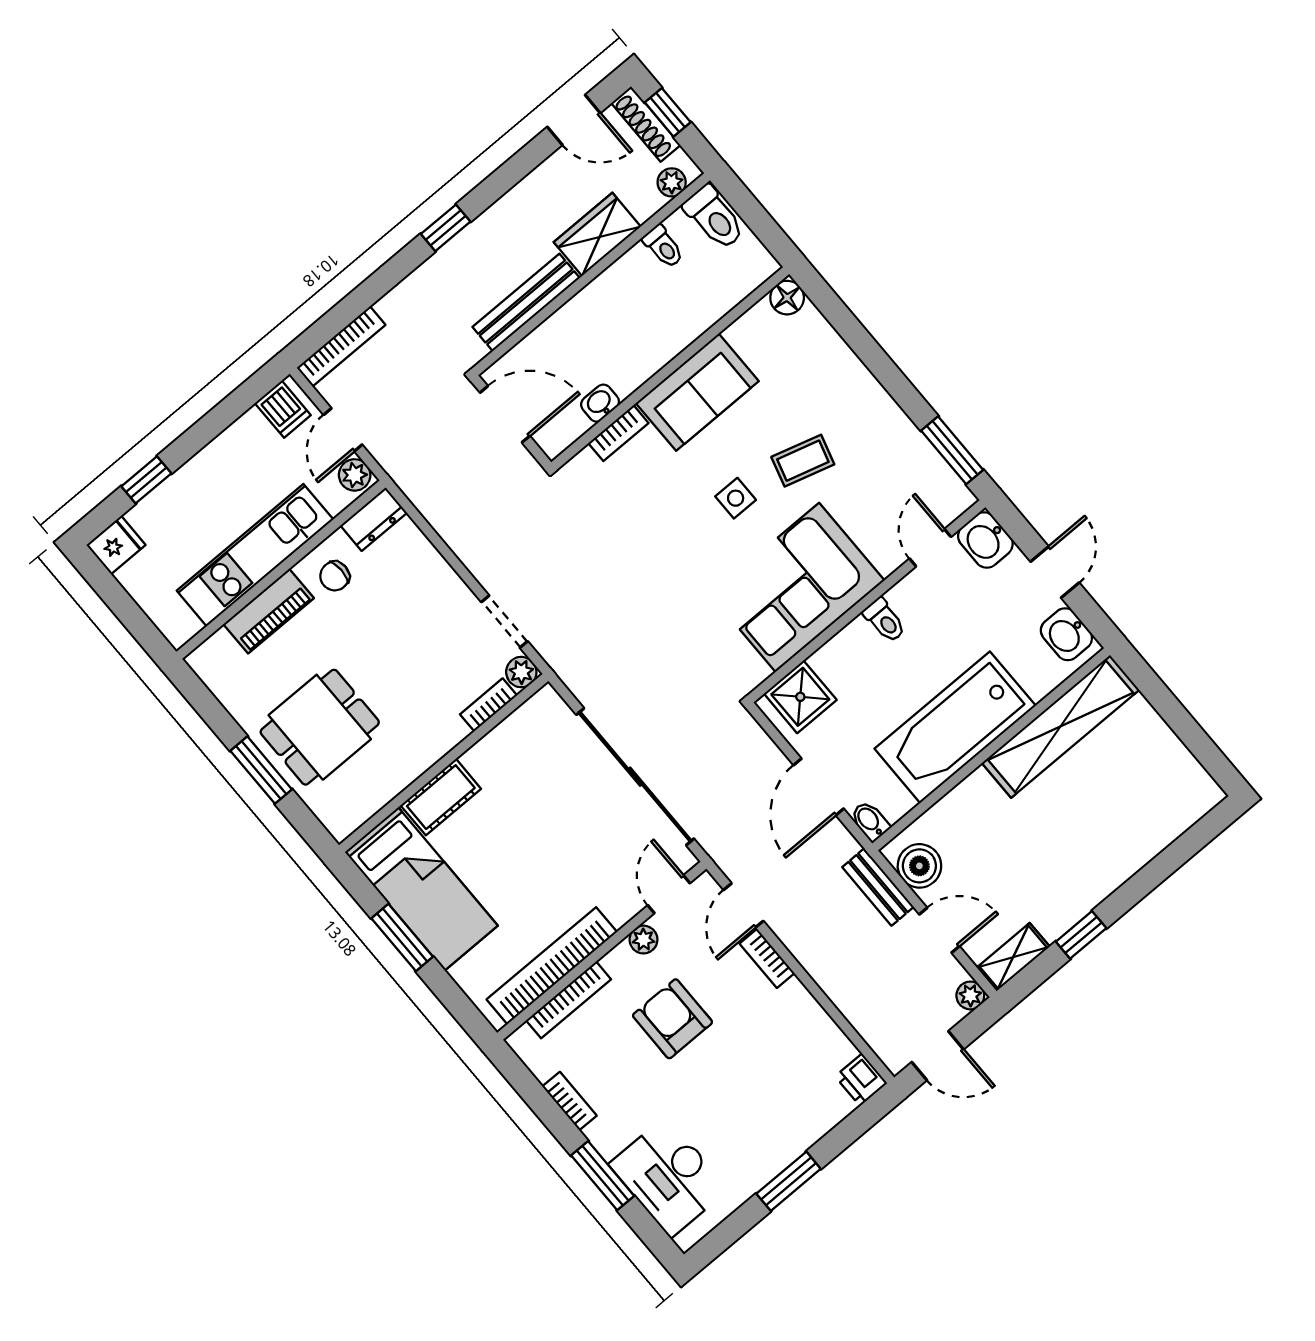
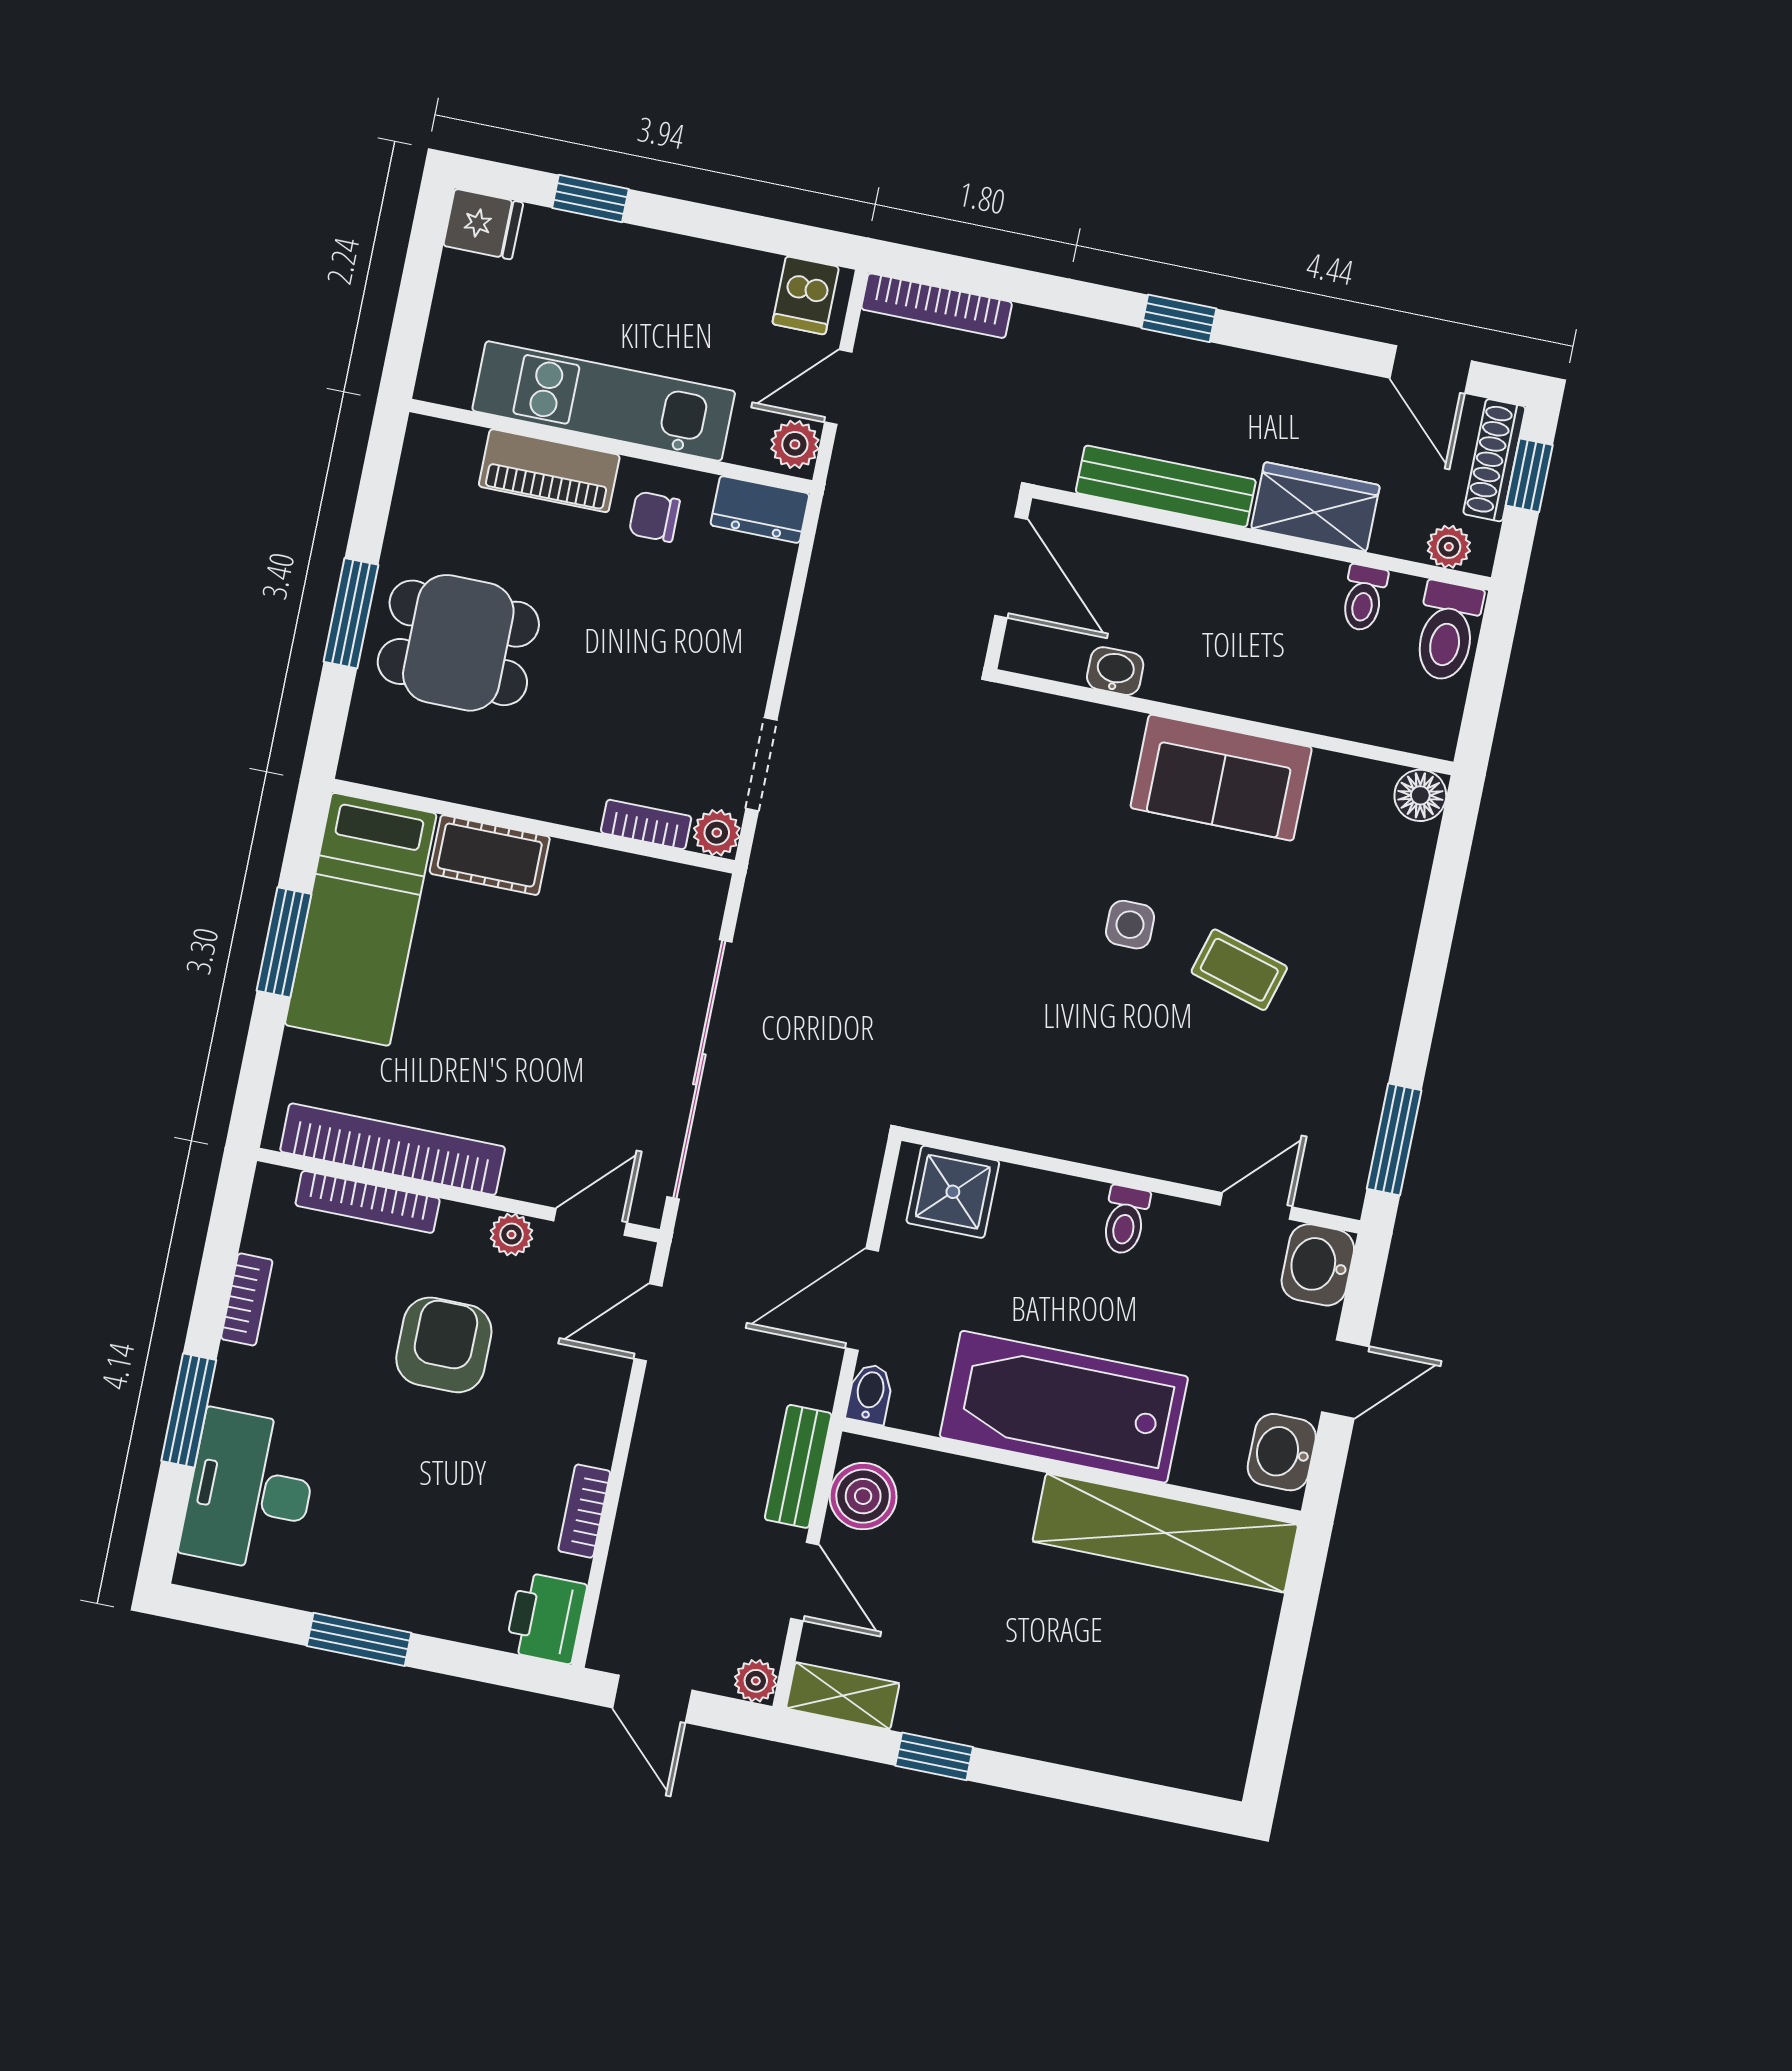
bookcase: (618, 433) -> (1097, 722), removed
corner sofa: (797, 587) -> (1082, 1084), removed
bookcase: (767, 958) -> (584, 1511), moved
printer: (861, 1080) -> (546, 1618), width x1.36, depth x1.24

